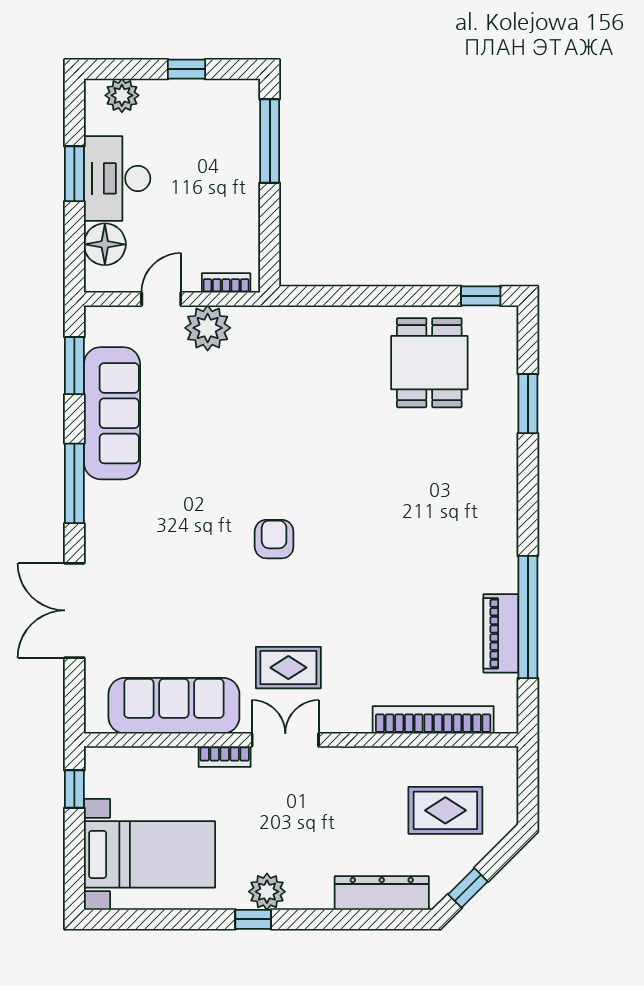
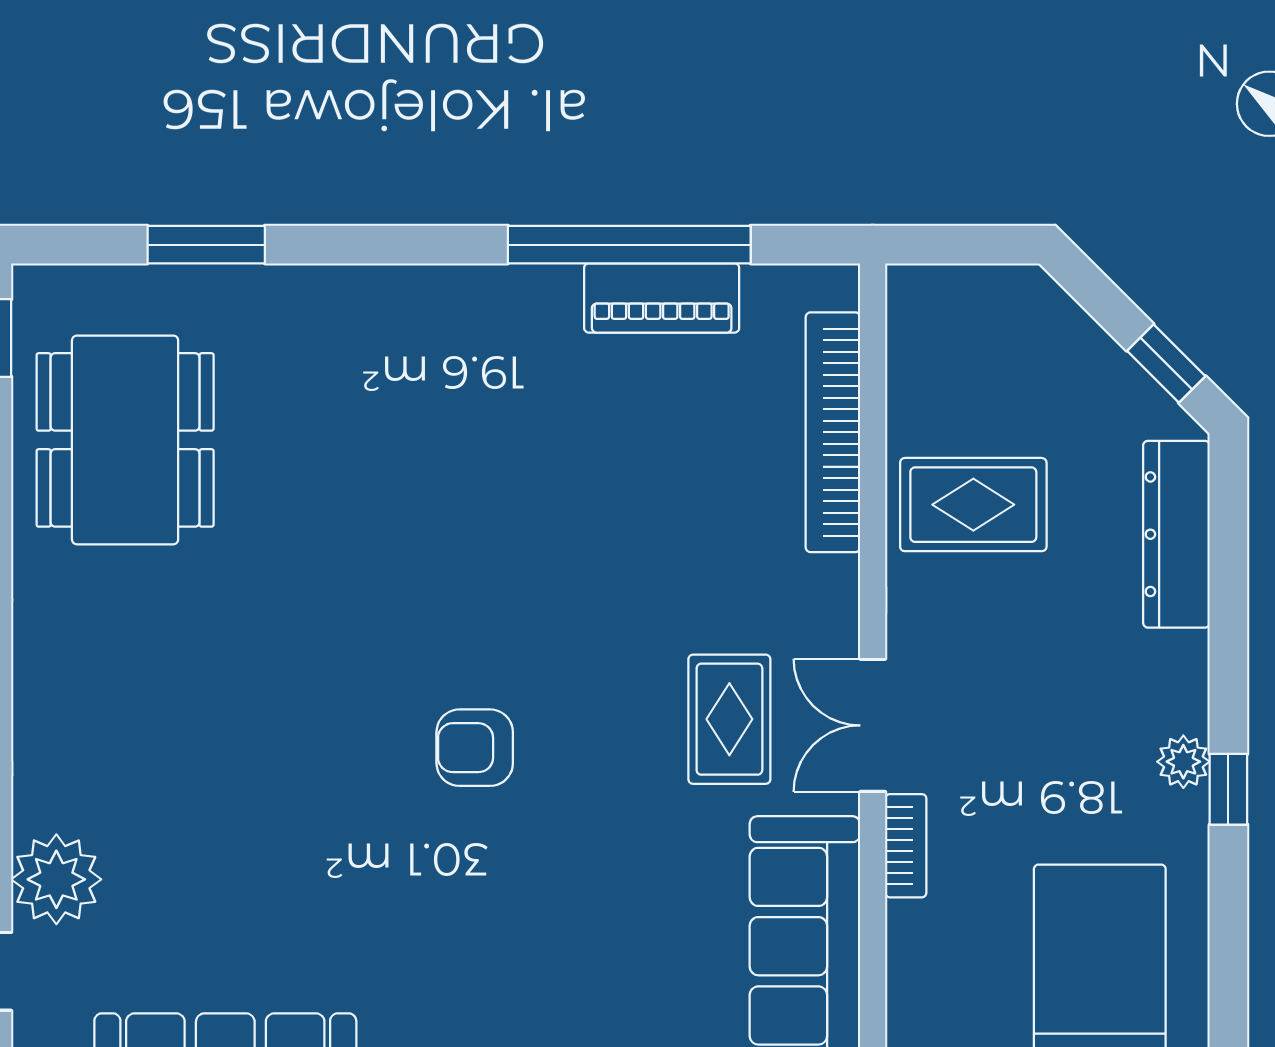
dining table: (429, 363) -> (125, 440), width x1.38
rug: (445, 810) -> (973, 505), moved, turned 90
plant: (267, 892) -> (1183, 762), width x0.73, depth x0.73

